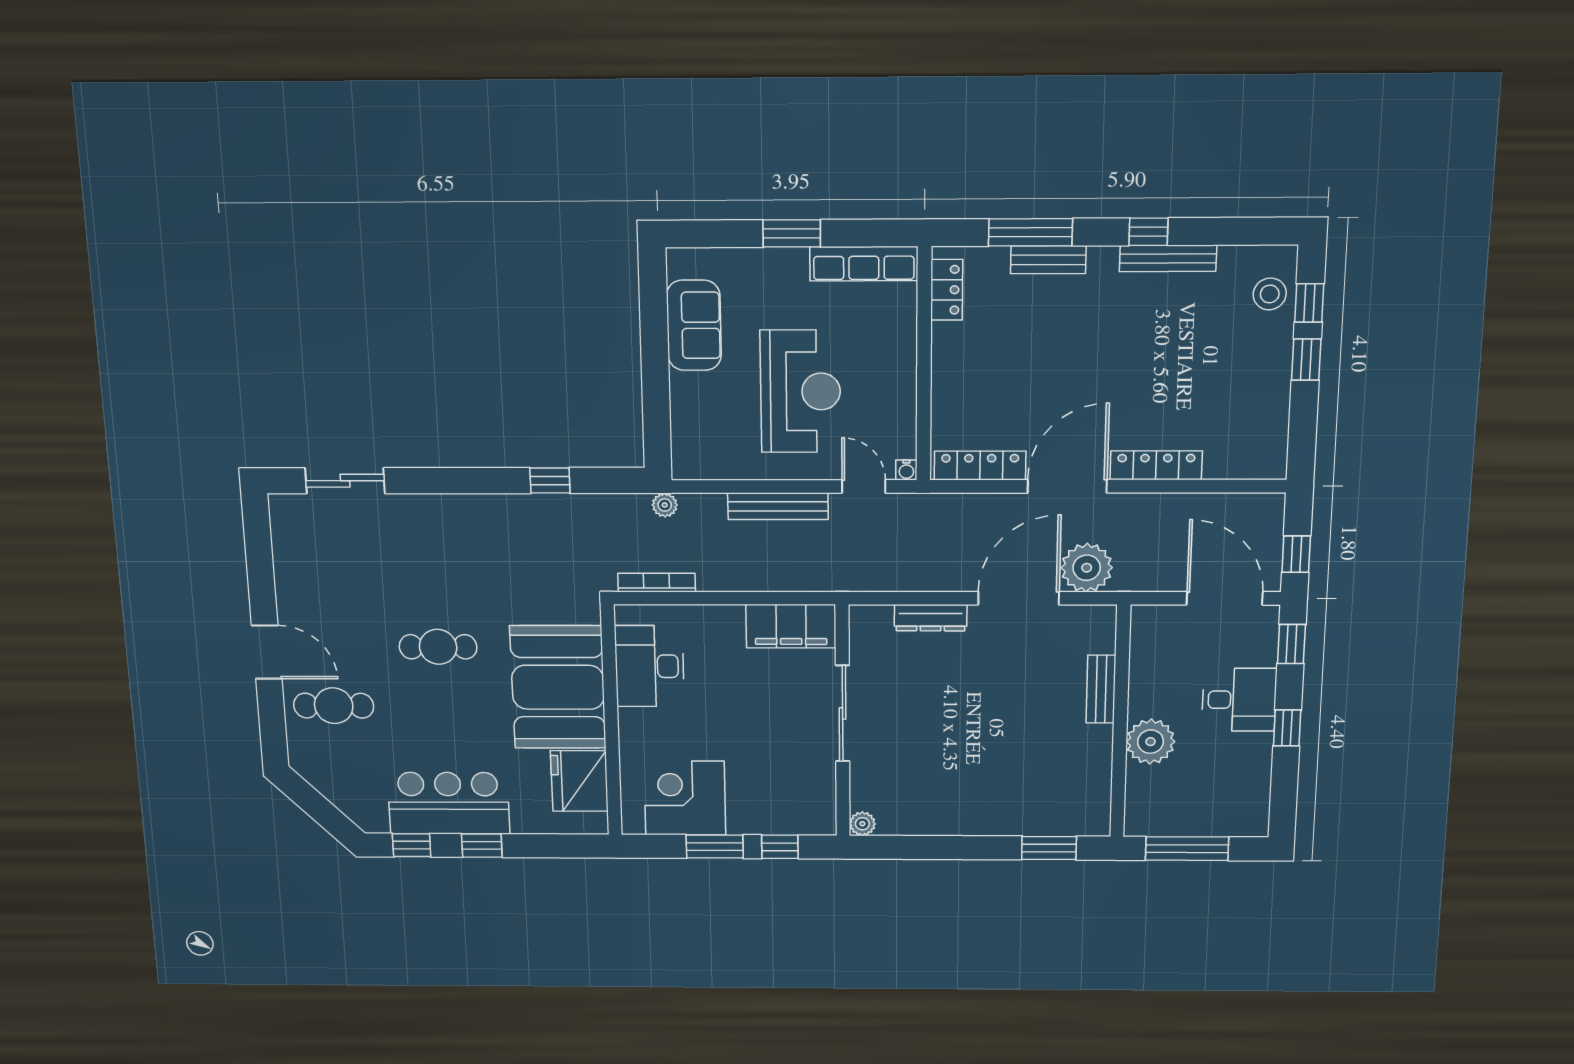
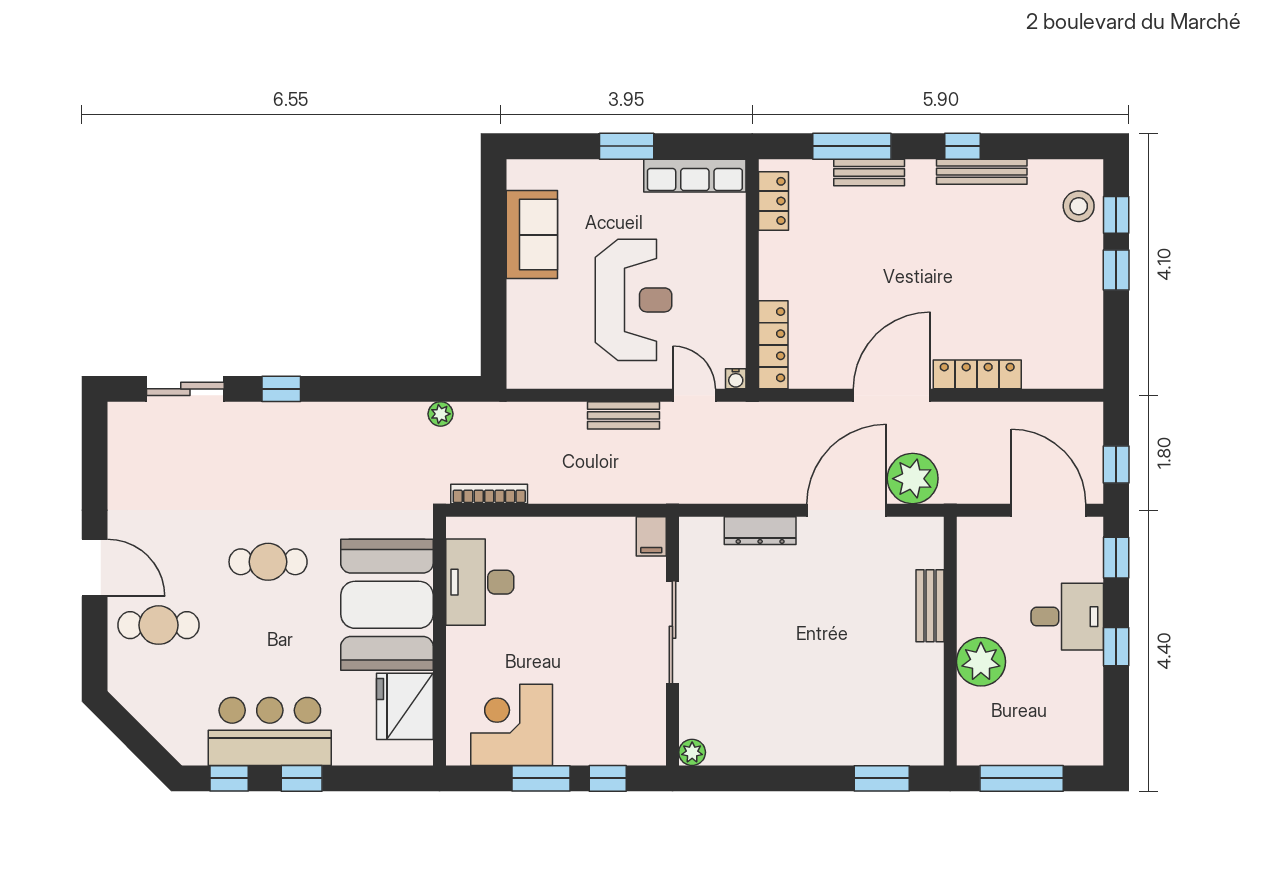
locker: (980, 465) -> (773, 345), moved, turned 90
window: (550, 480) -> (281, 389), moved
plant: (665, 505) -> (440, 414), moved
bench: (778, 506) -> (623, 415), width x0.73
filing cabinet: (791, 626) -> (651, 536), width x0.33, depth x0.86

